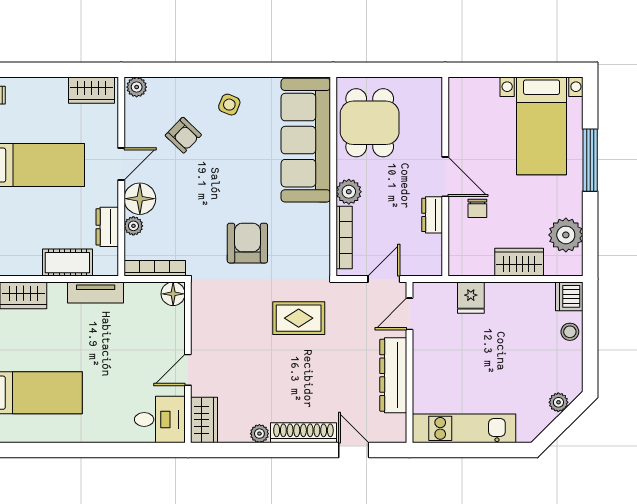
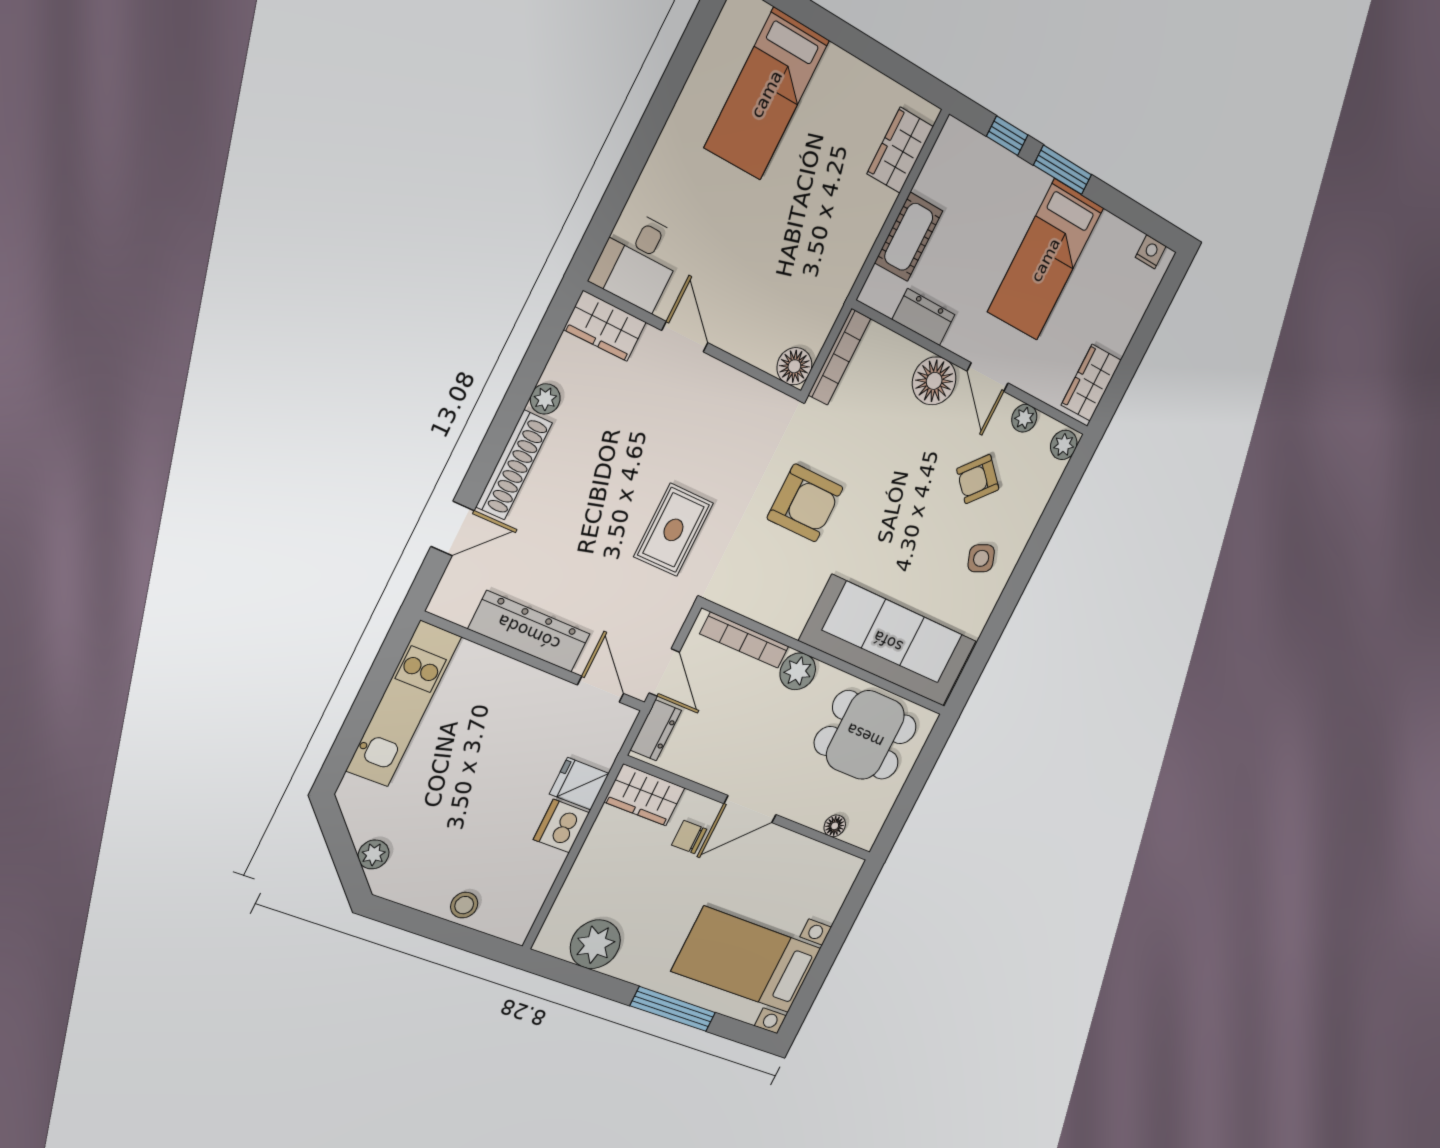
side table: (229, 105) -> (981, 558), turned 45
floor lamp: (434, 112) -> (835, 826), added
dresser: (432, 215) -> (656, 730), moved, turned 90
plant: (133, 226) -> (1024, 418), moved
wardrobe: (519, 262) -> (645, 795), moved, turned 90
tv unit: (96, 292) -> (852, 256), removed
dishwasher: (569, 296) -> (561, 826), moved, turned -90

